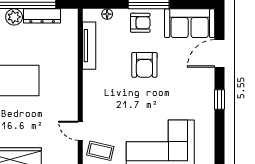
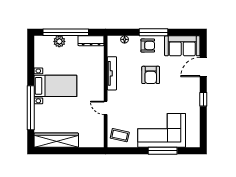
dresser: (42, 16) -> (91, 41), moved
tv unit: (89, 46) -> (112, 73), moved
door: (80, 131) -> (106, 108), moved

